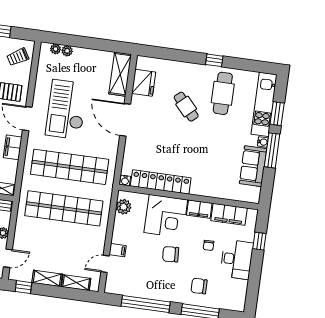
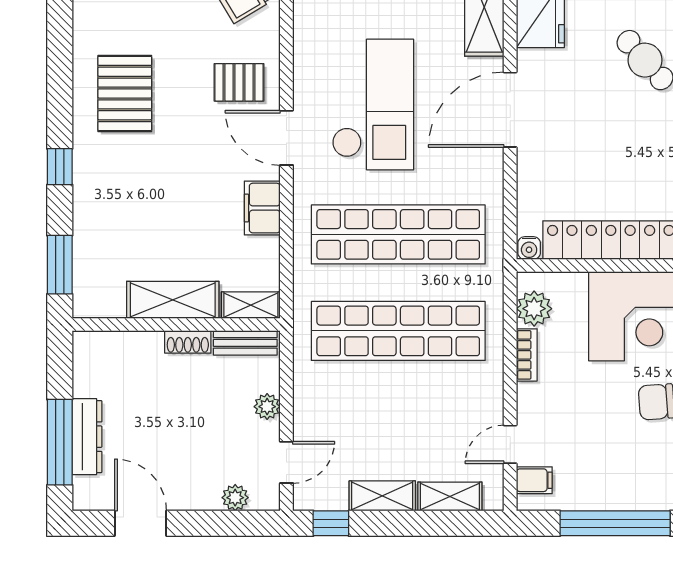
checkout: (66, 109) -> (373, 104), turned 180
door: (125, 120) -> (510, 110), hinge flipped
bookcase: (118, 226) -> (527, 355), added
filing cabinet: (118, 250) -> (534, 480), moved

